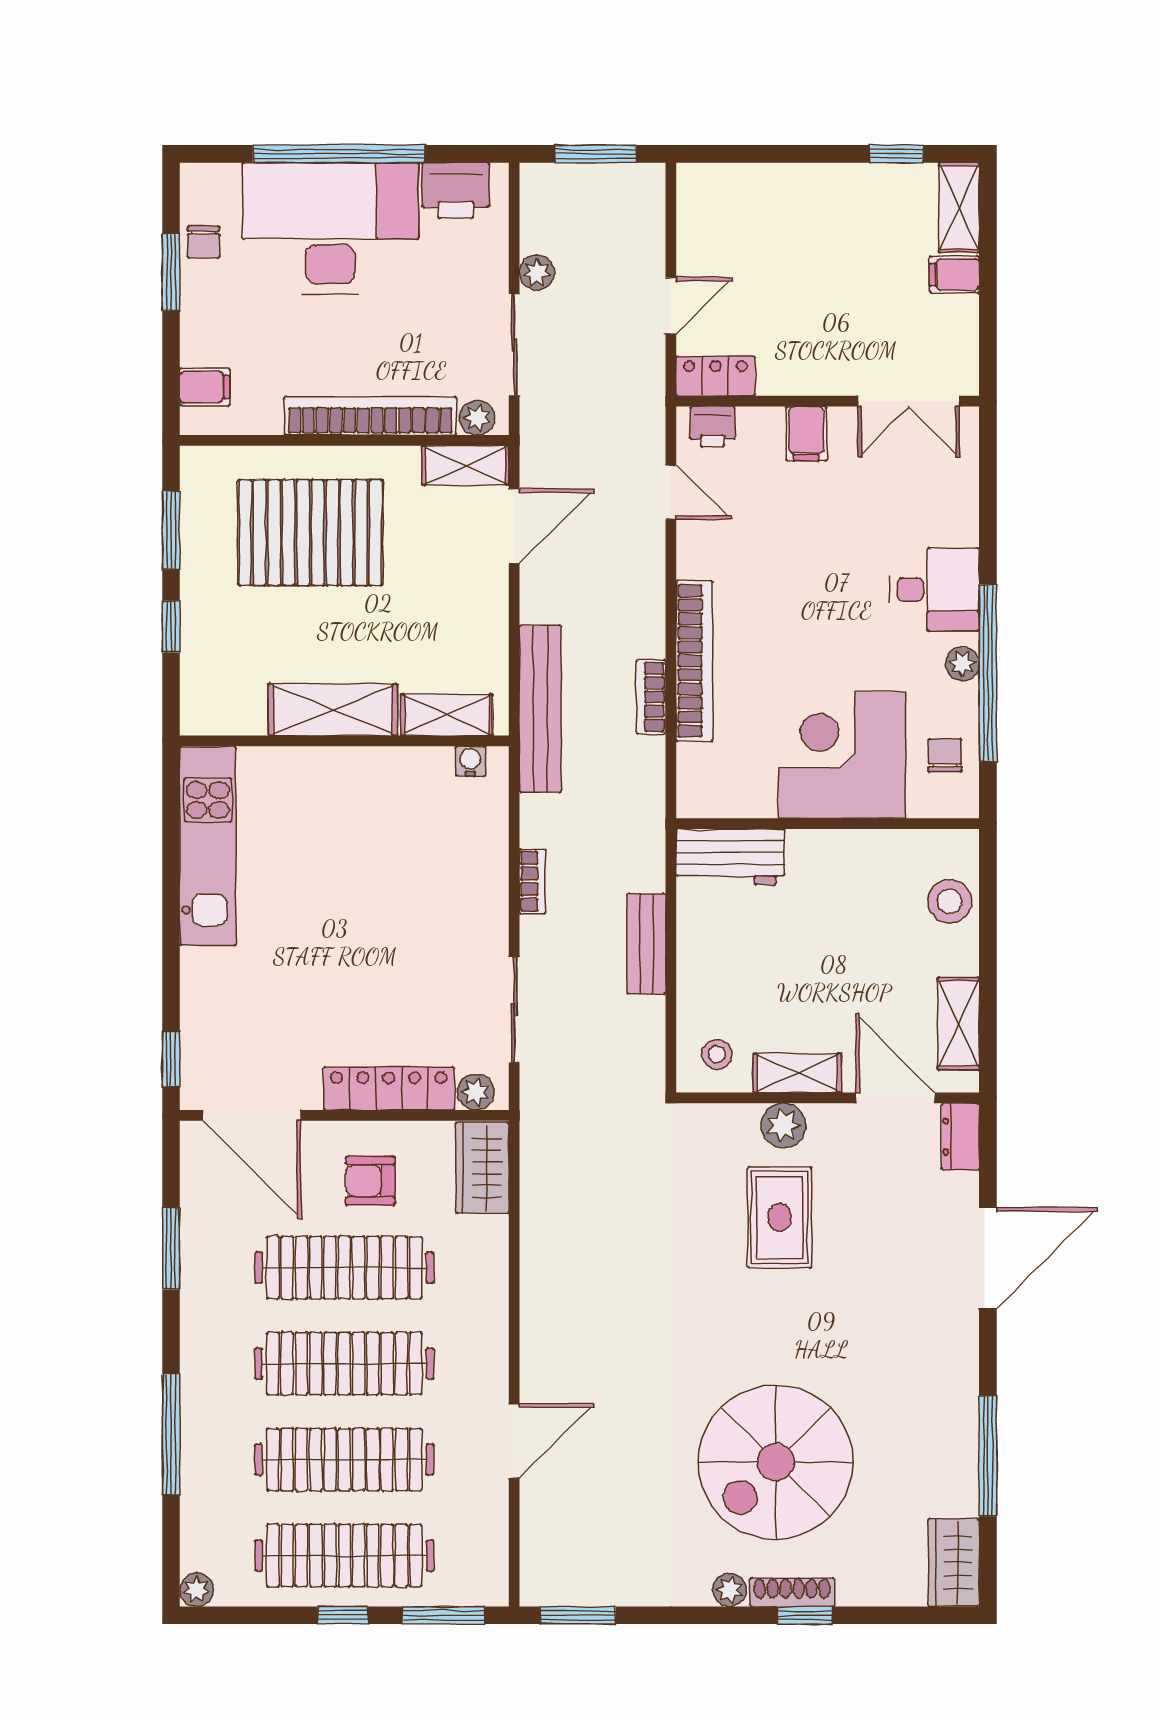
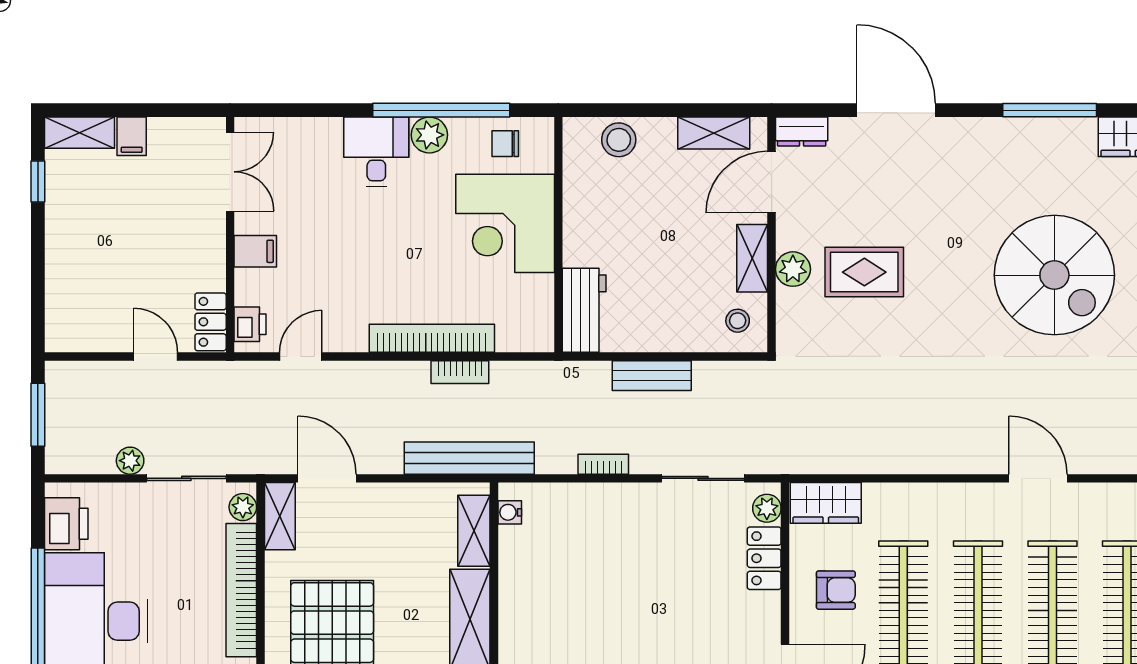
plant: (962, 664) -> (429, 135), width x1.38, depth x1.38
locker: (389, 1089) -> (764, 558), width x0.66
armchair: (370, 1181) -> (836, 590), turned -90

